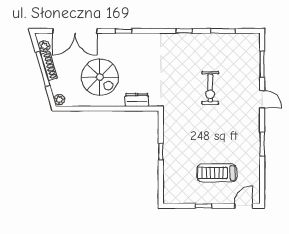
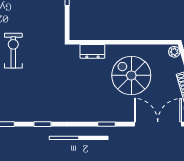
exercise bike: (210, 88) -> (13, 51), moved

